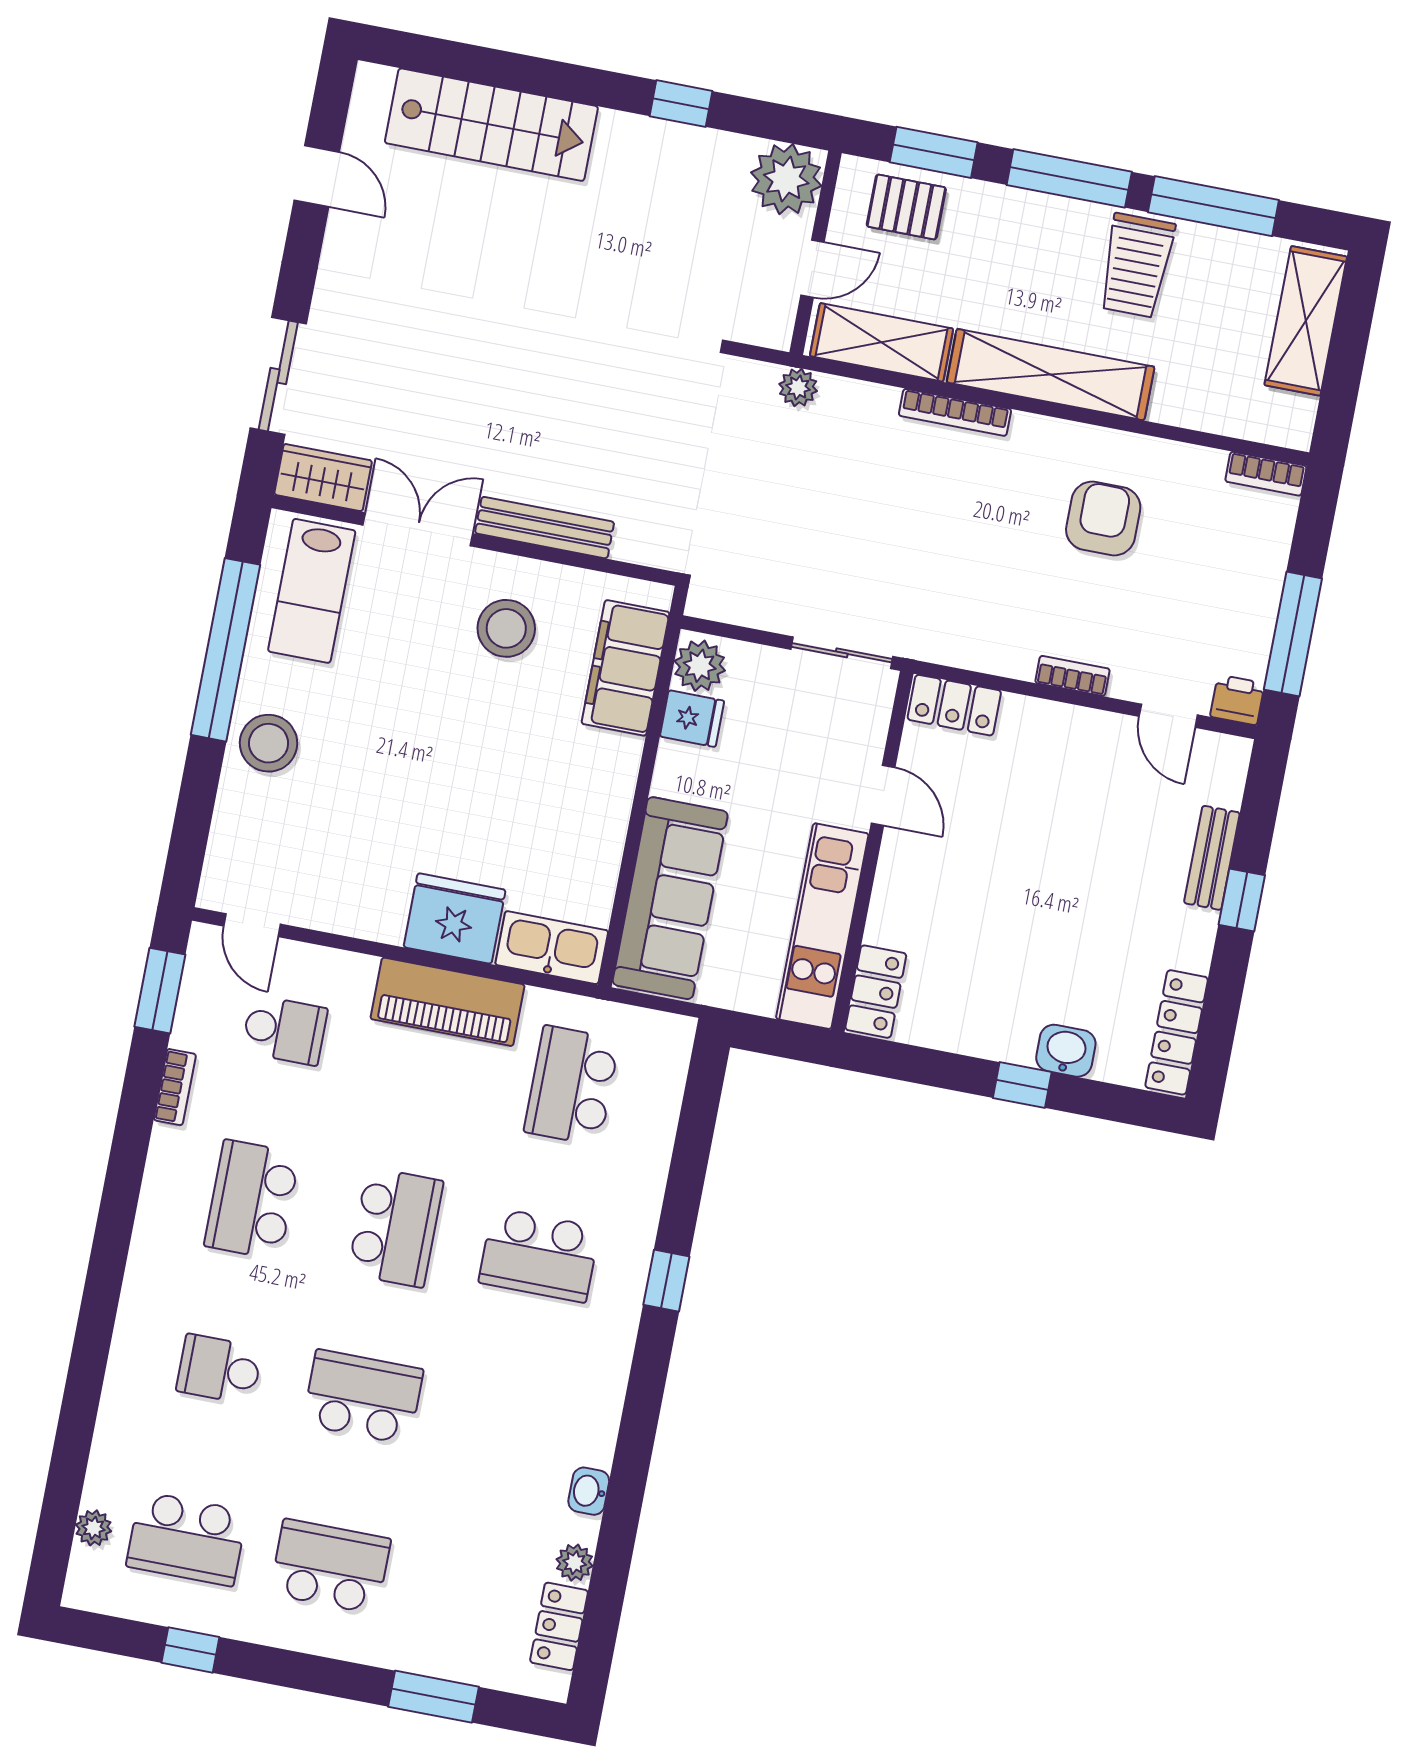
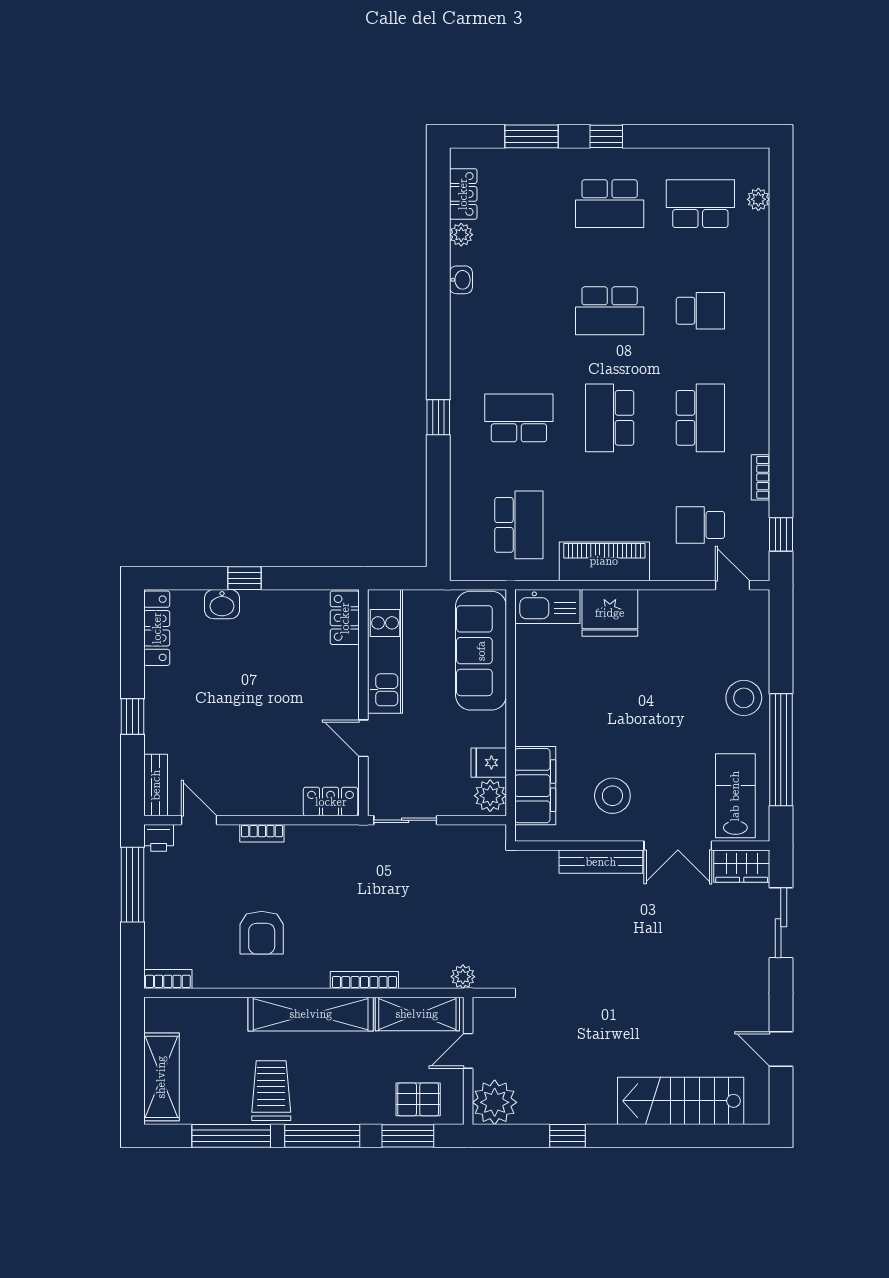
bench: (1212, 858) -> (156, 785), moved
window: (160, 991) -> (781, 534), width x0.67
window: (190, 1650) -> (606, 136), moved

